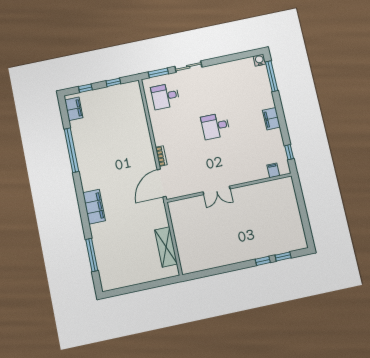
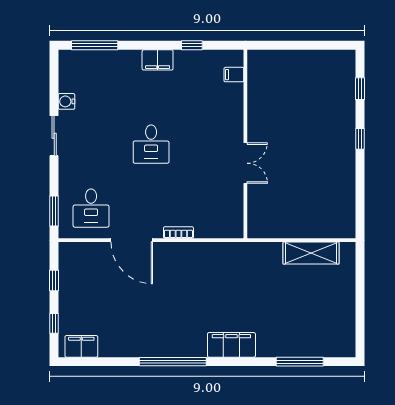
water cooler: (259, 60) -> (67, 101), moved
sliding door: (188, 67) -> (54, 136), moved
window: (71, 150) -> (173, 362), moved
window: (289, 152) -> (192, 45), moved
door: (162, 183) -> (132, 240), moved
window: (263, 261) -> (360, 139), moved

